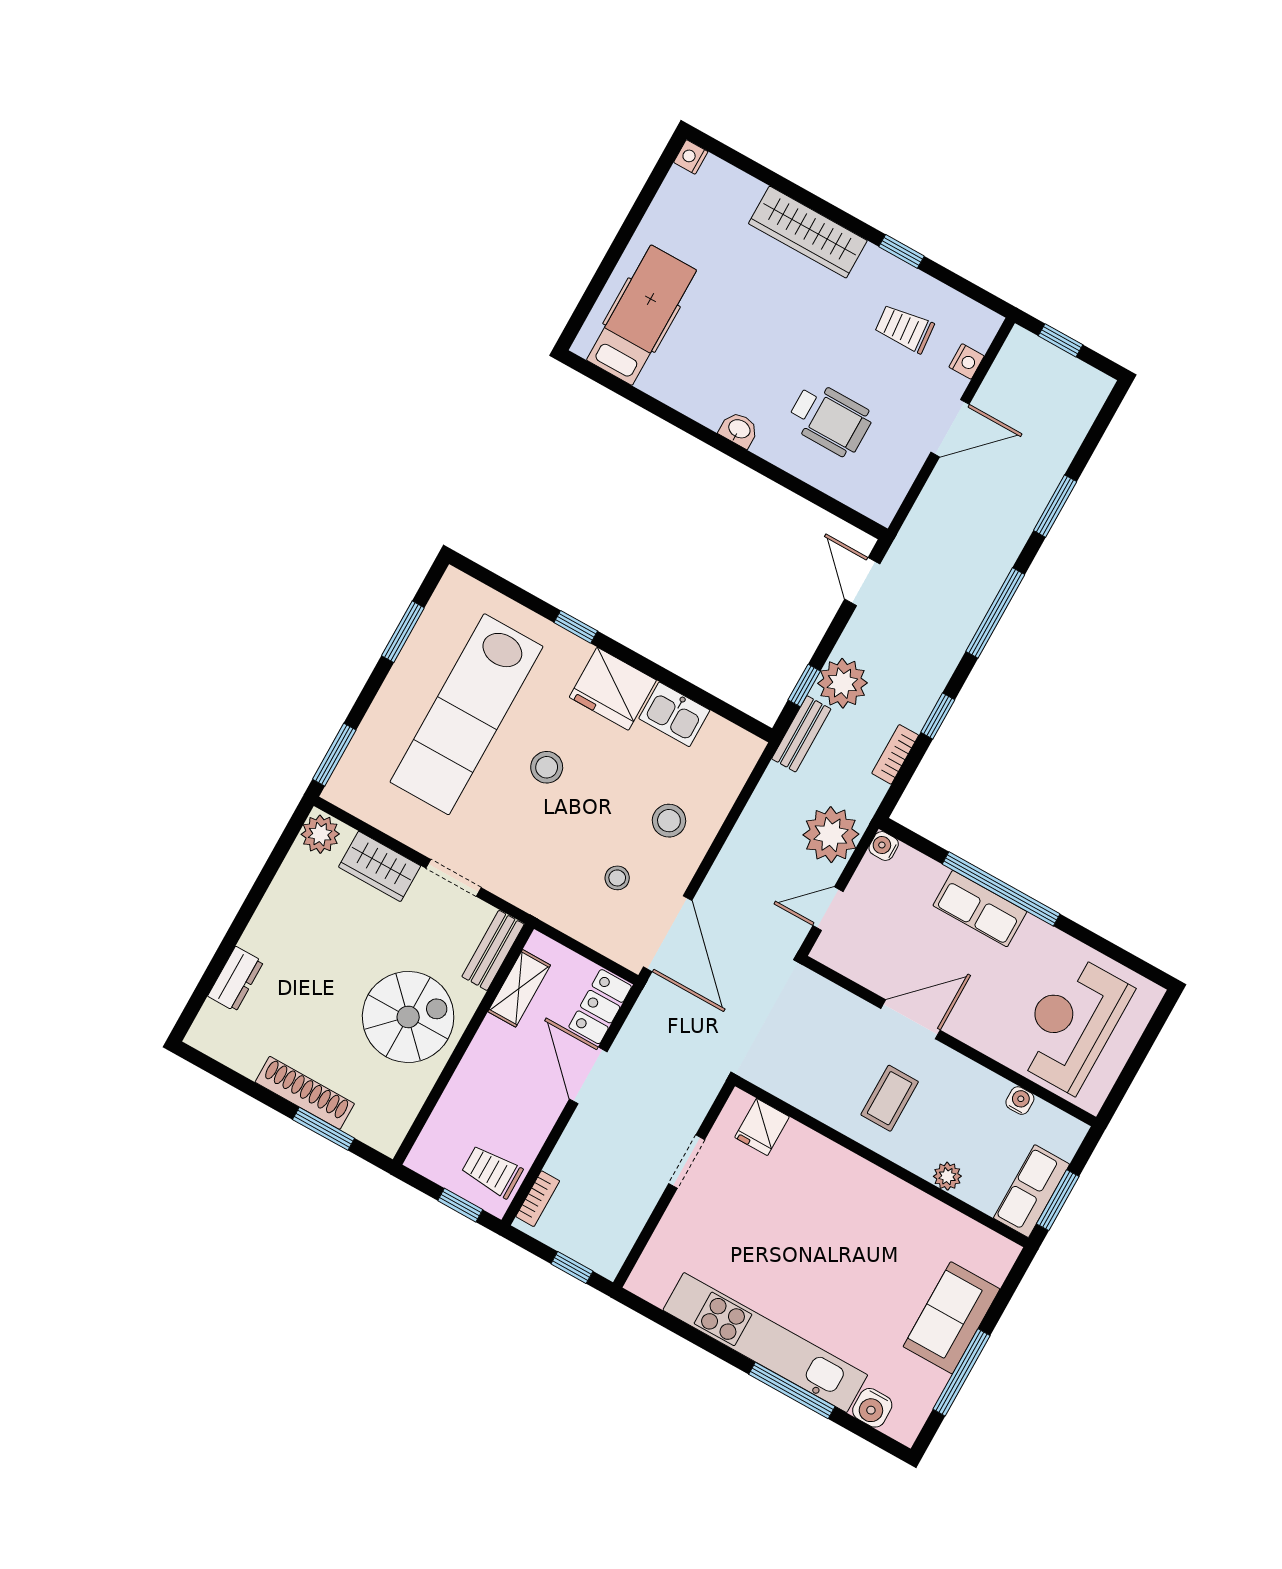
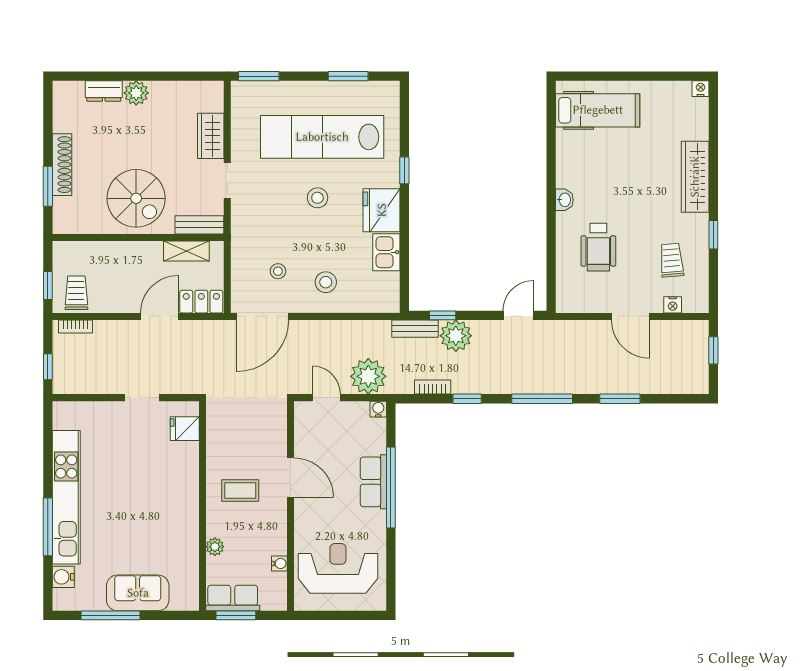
plant: (320, 834) -> (136, 93), moved

